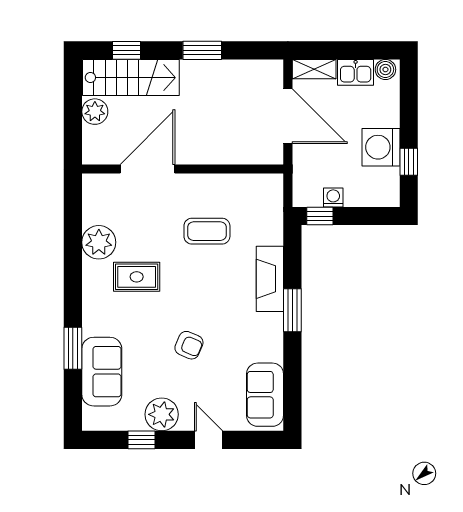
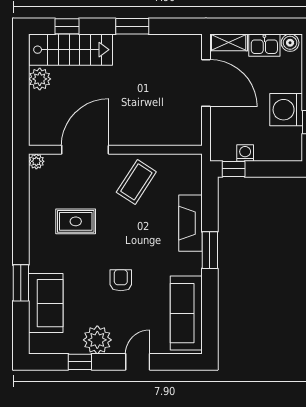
door: (147, 169) -> (85, 150), moved
wall: (183, 169) -> (115, 150), moved
coffee table: (207, 231) -> (136, 182), turned -57
plant: (99, 242) -> (36, 161), moved, width x0.53, depth x0.53
armchair: (189, 345) -> (121, 280), turned -113
sofa: (265, 395) -> (186, 313), width x1.36
door: (208, 440) -> (138, 362), hinge flipped

